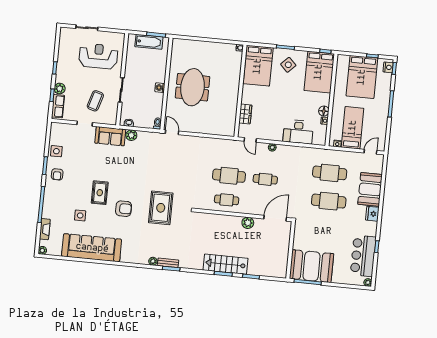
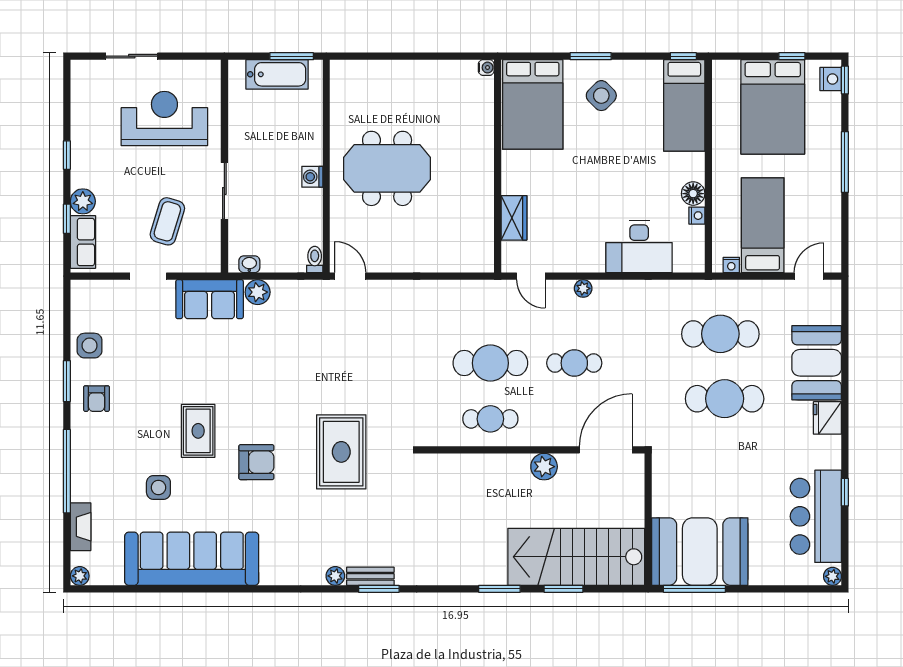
bed: (319, 72) -> (684, 105), width x0.67
meeting table: (193, 87) -> (387, 168), turned 90
stairs: (225, 264) -> (576, 557), moved, width x1.36, depth x1.51

